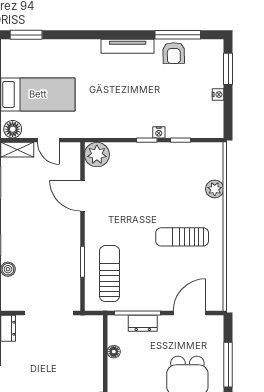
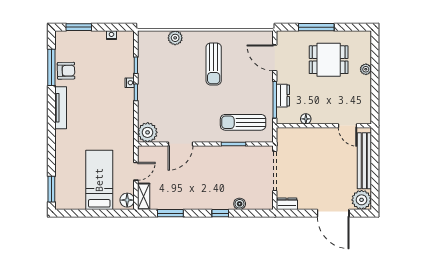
nightstand: (218, 94) -> (111, 35), moved

